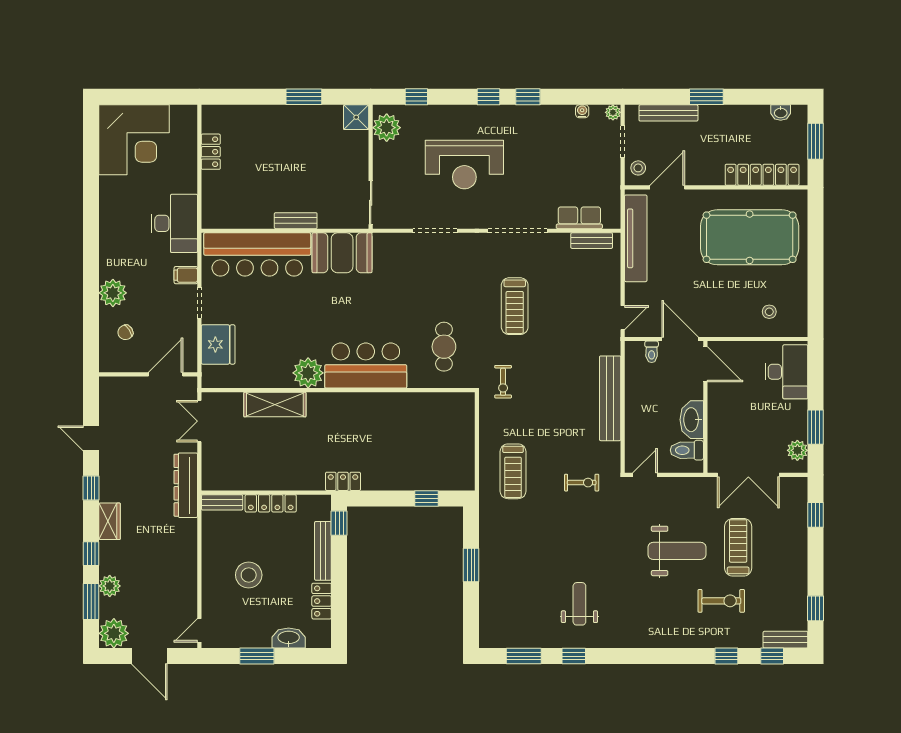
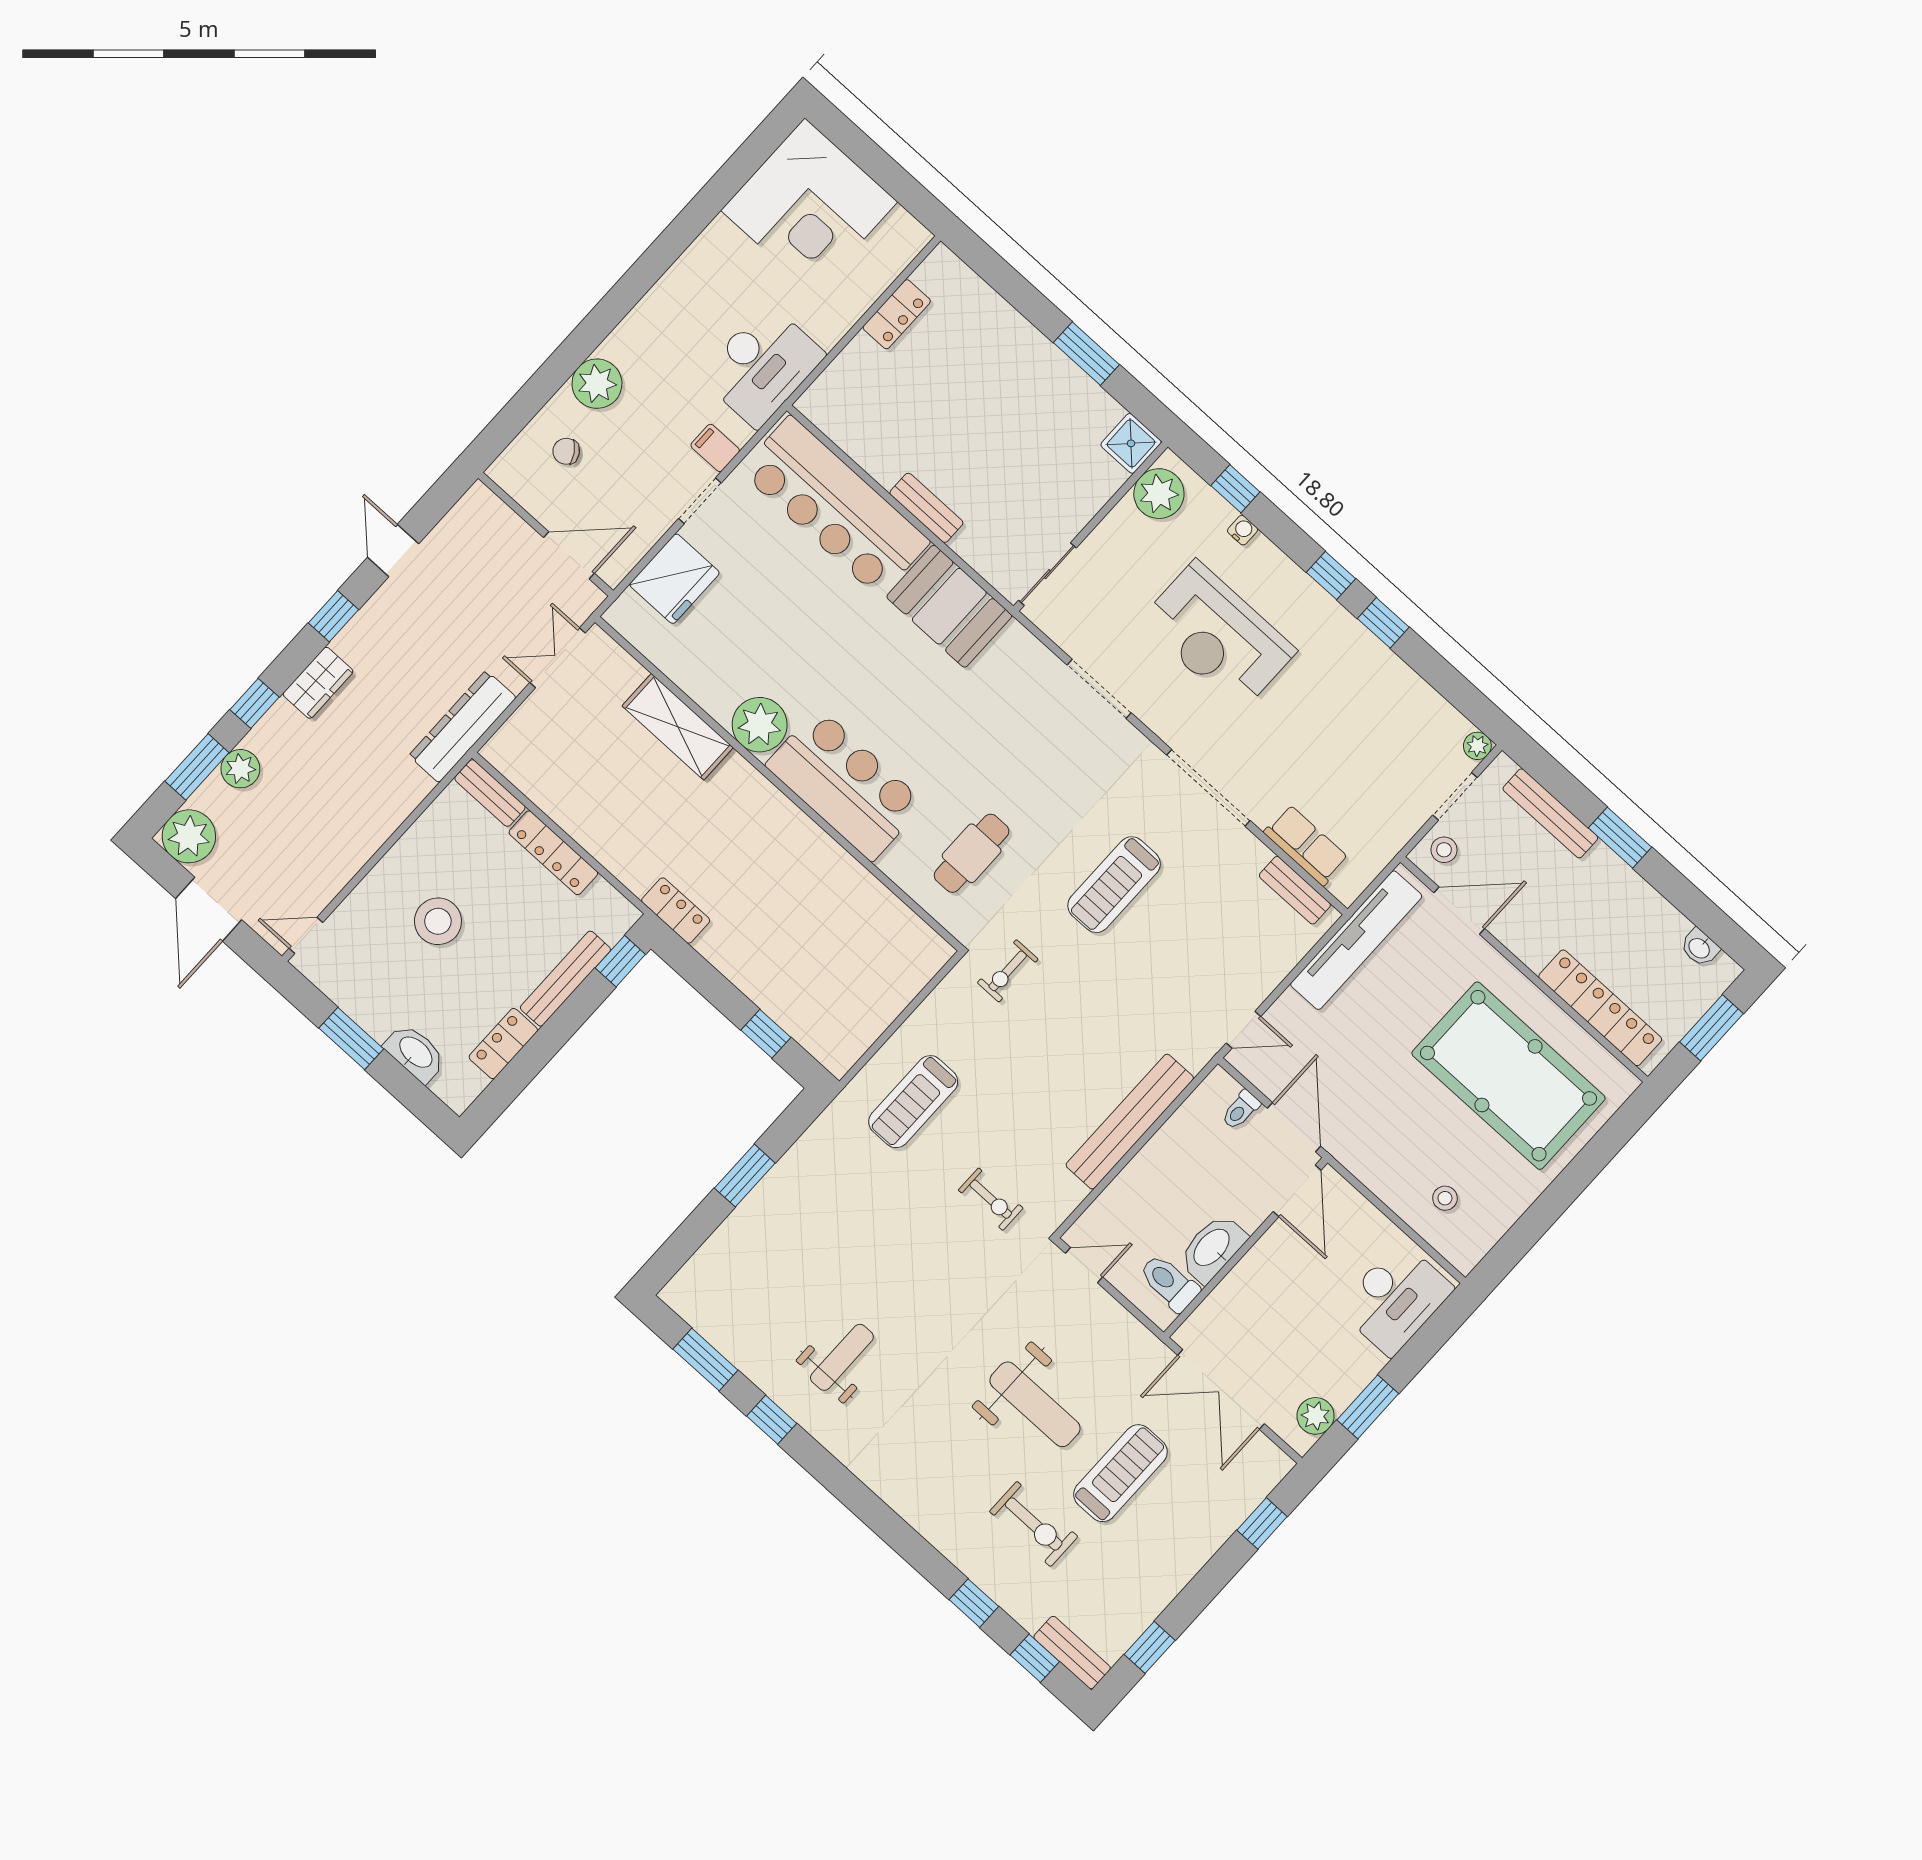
water cooler: (582, 111) -> (1243, 530), moved

